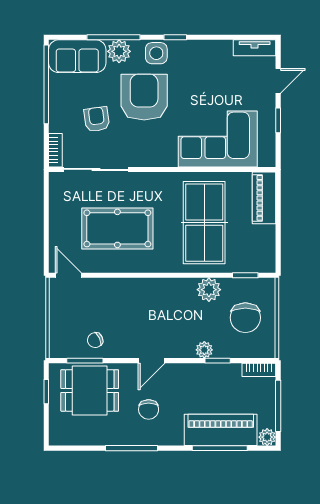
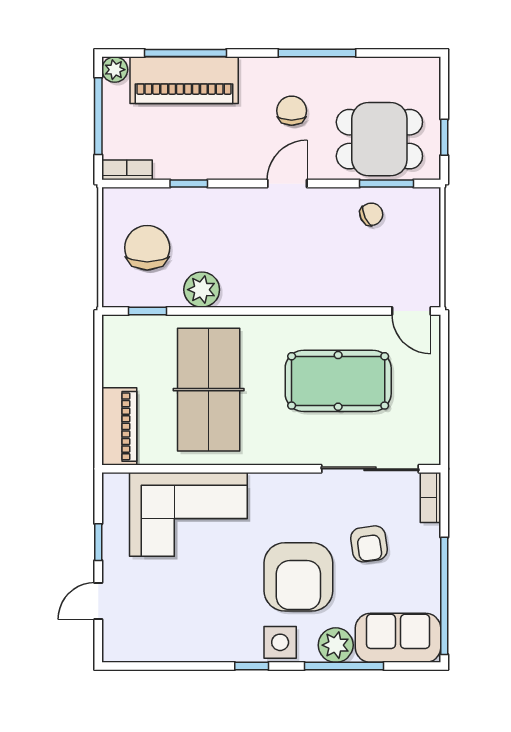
tv unit: (255, 48) -> (133, 650), removed
plant: (204, 350) -> (209, 200), removed

